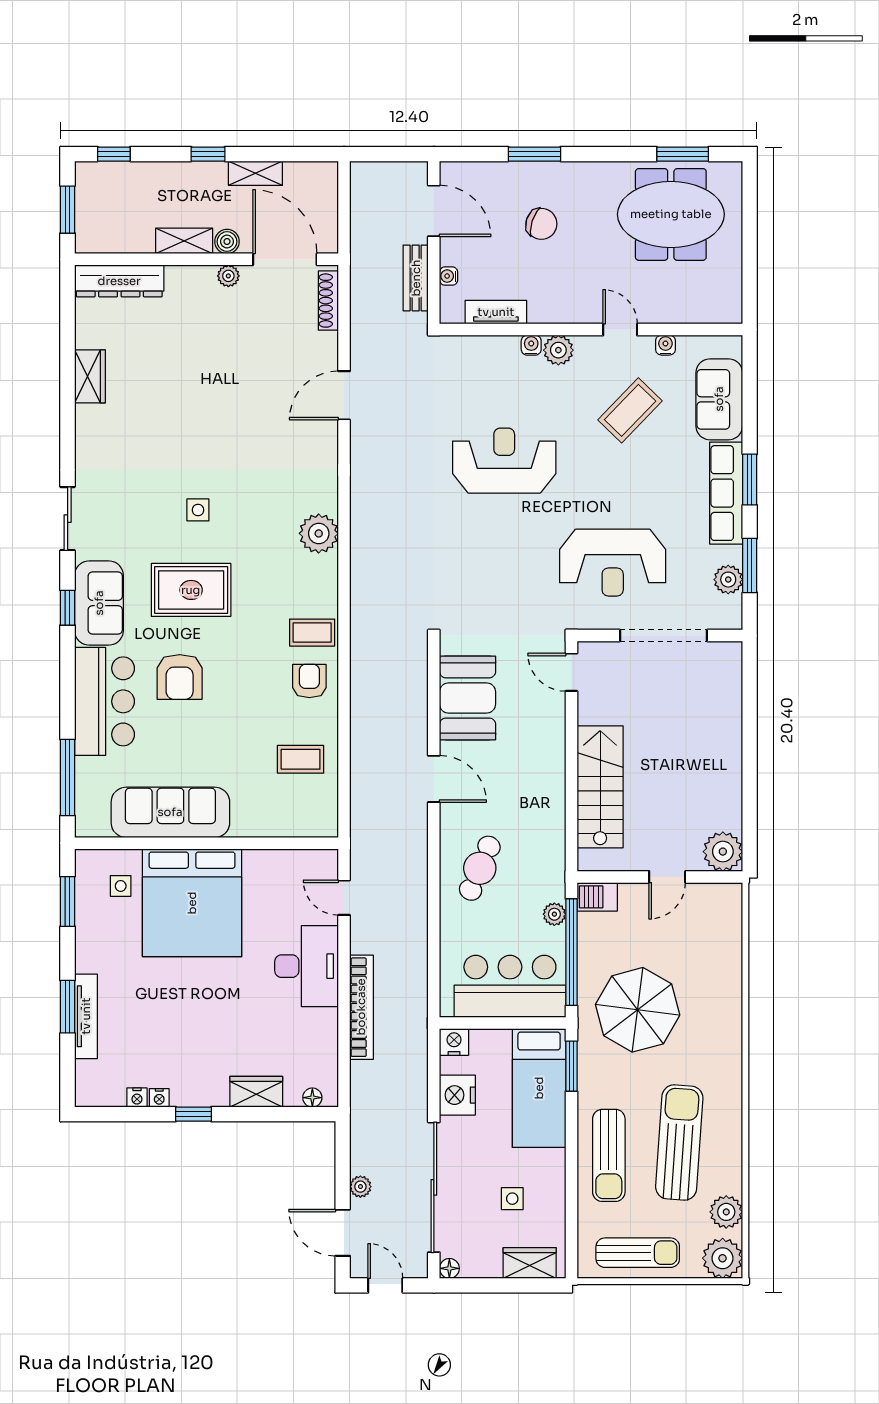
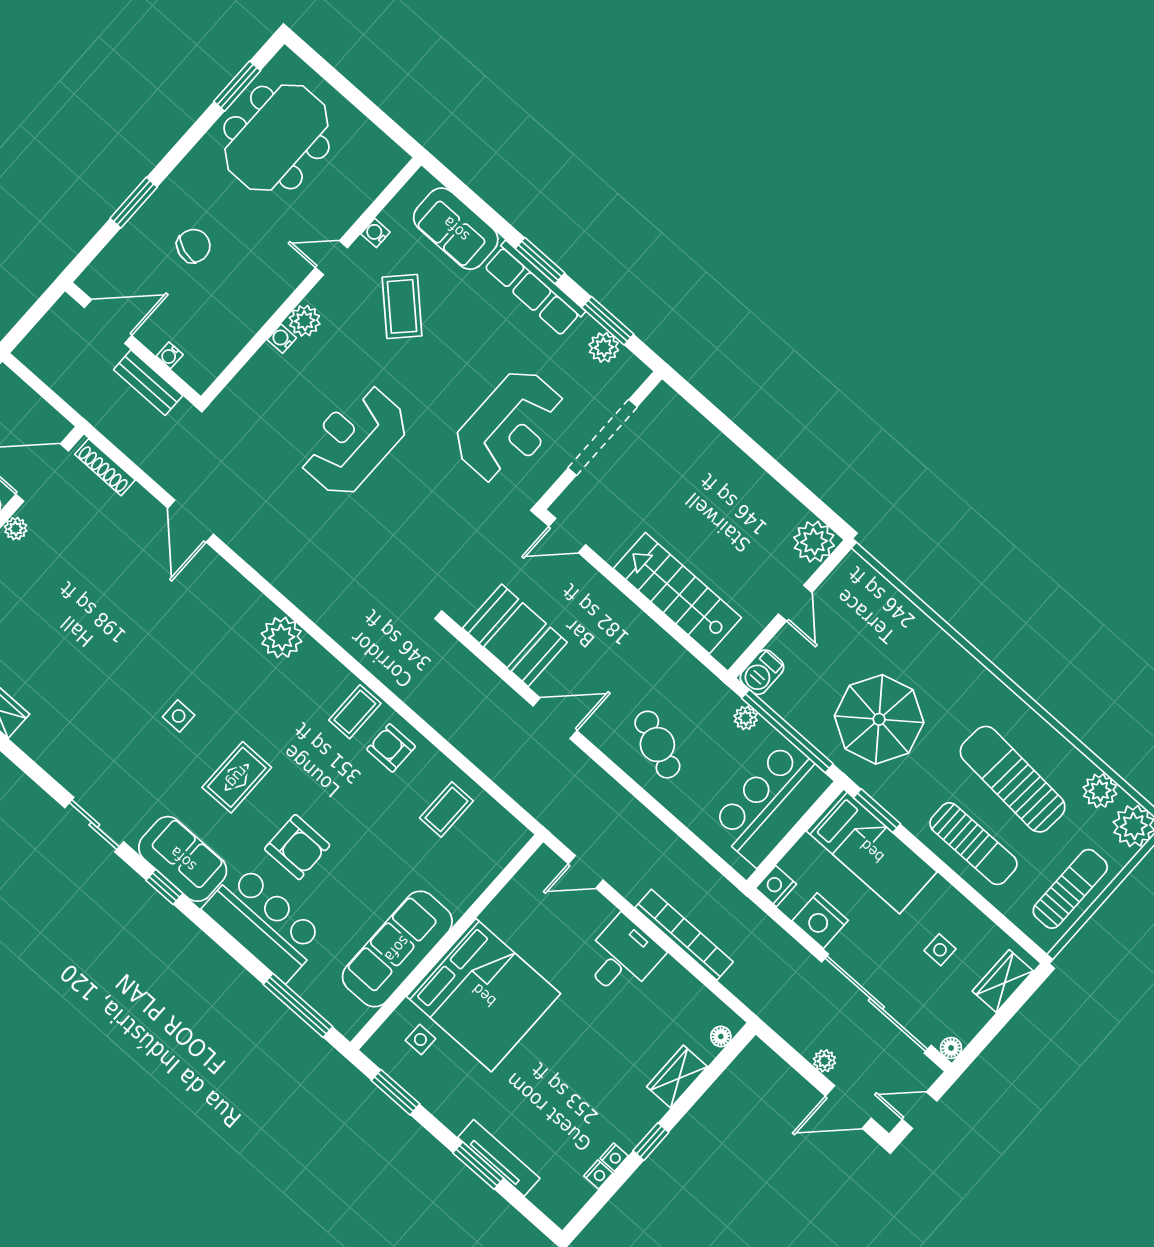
tv unit: (496, 312) -> (231, 343), removed
rug: (191, 590) -> (237, 777), width x0.73, depth x0.70
desk: (307, 966) -> (622, 957), width x0.73

